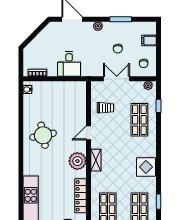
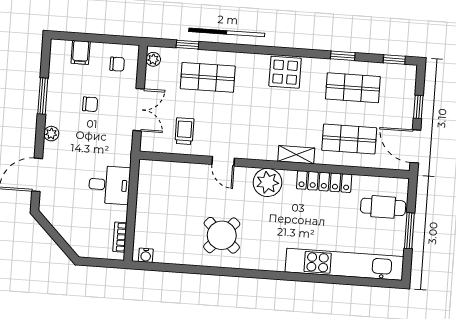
double door: (117, 79) -> (139, 110), swing flipped
round table: (43, 135) -> (222, 235), turned -37
shelving: (96, 160) -> (296, 155), moved

